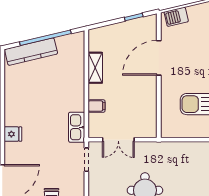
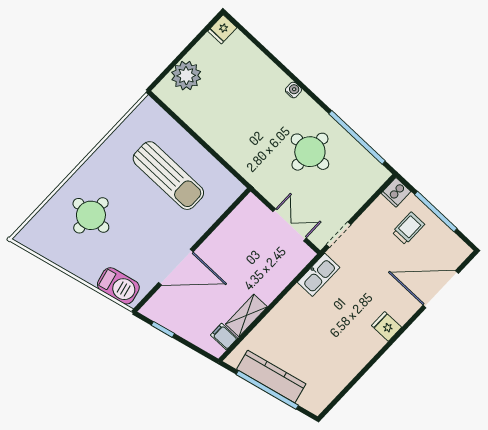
barbecue: (176, 17) -> (118, 286), width x1.38, depth x1.27
kitchen counter: (31, 52) -> (271, 377), moved
filing cabinet: (97, 106) -> (224, 337), moved

